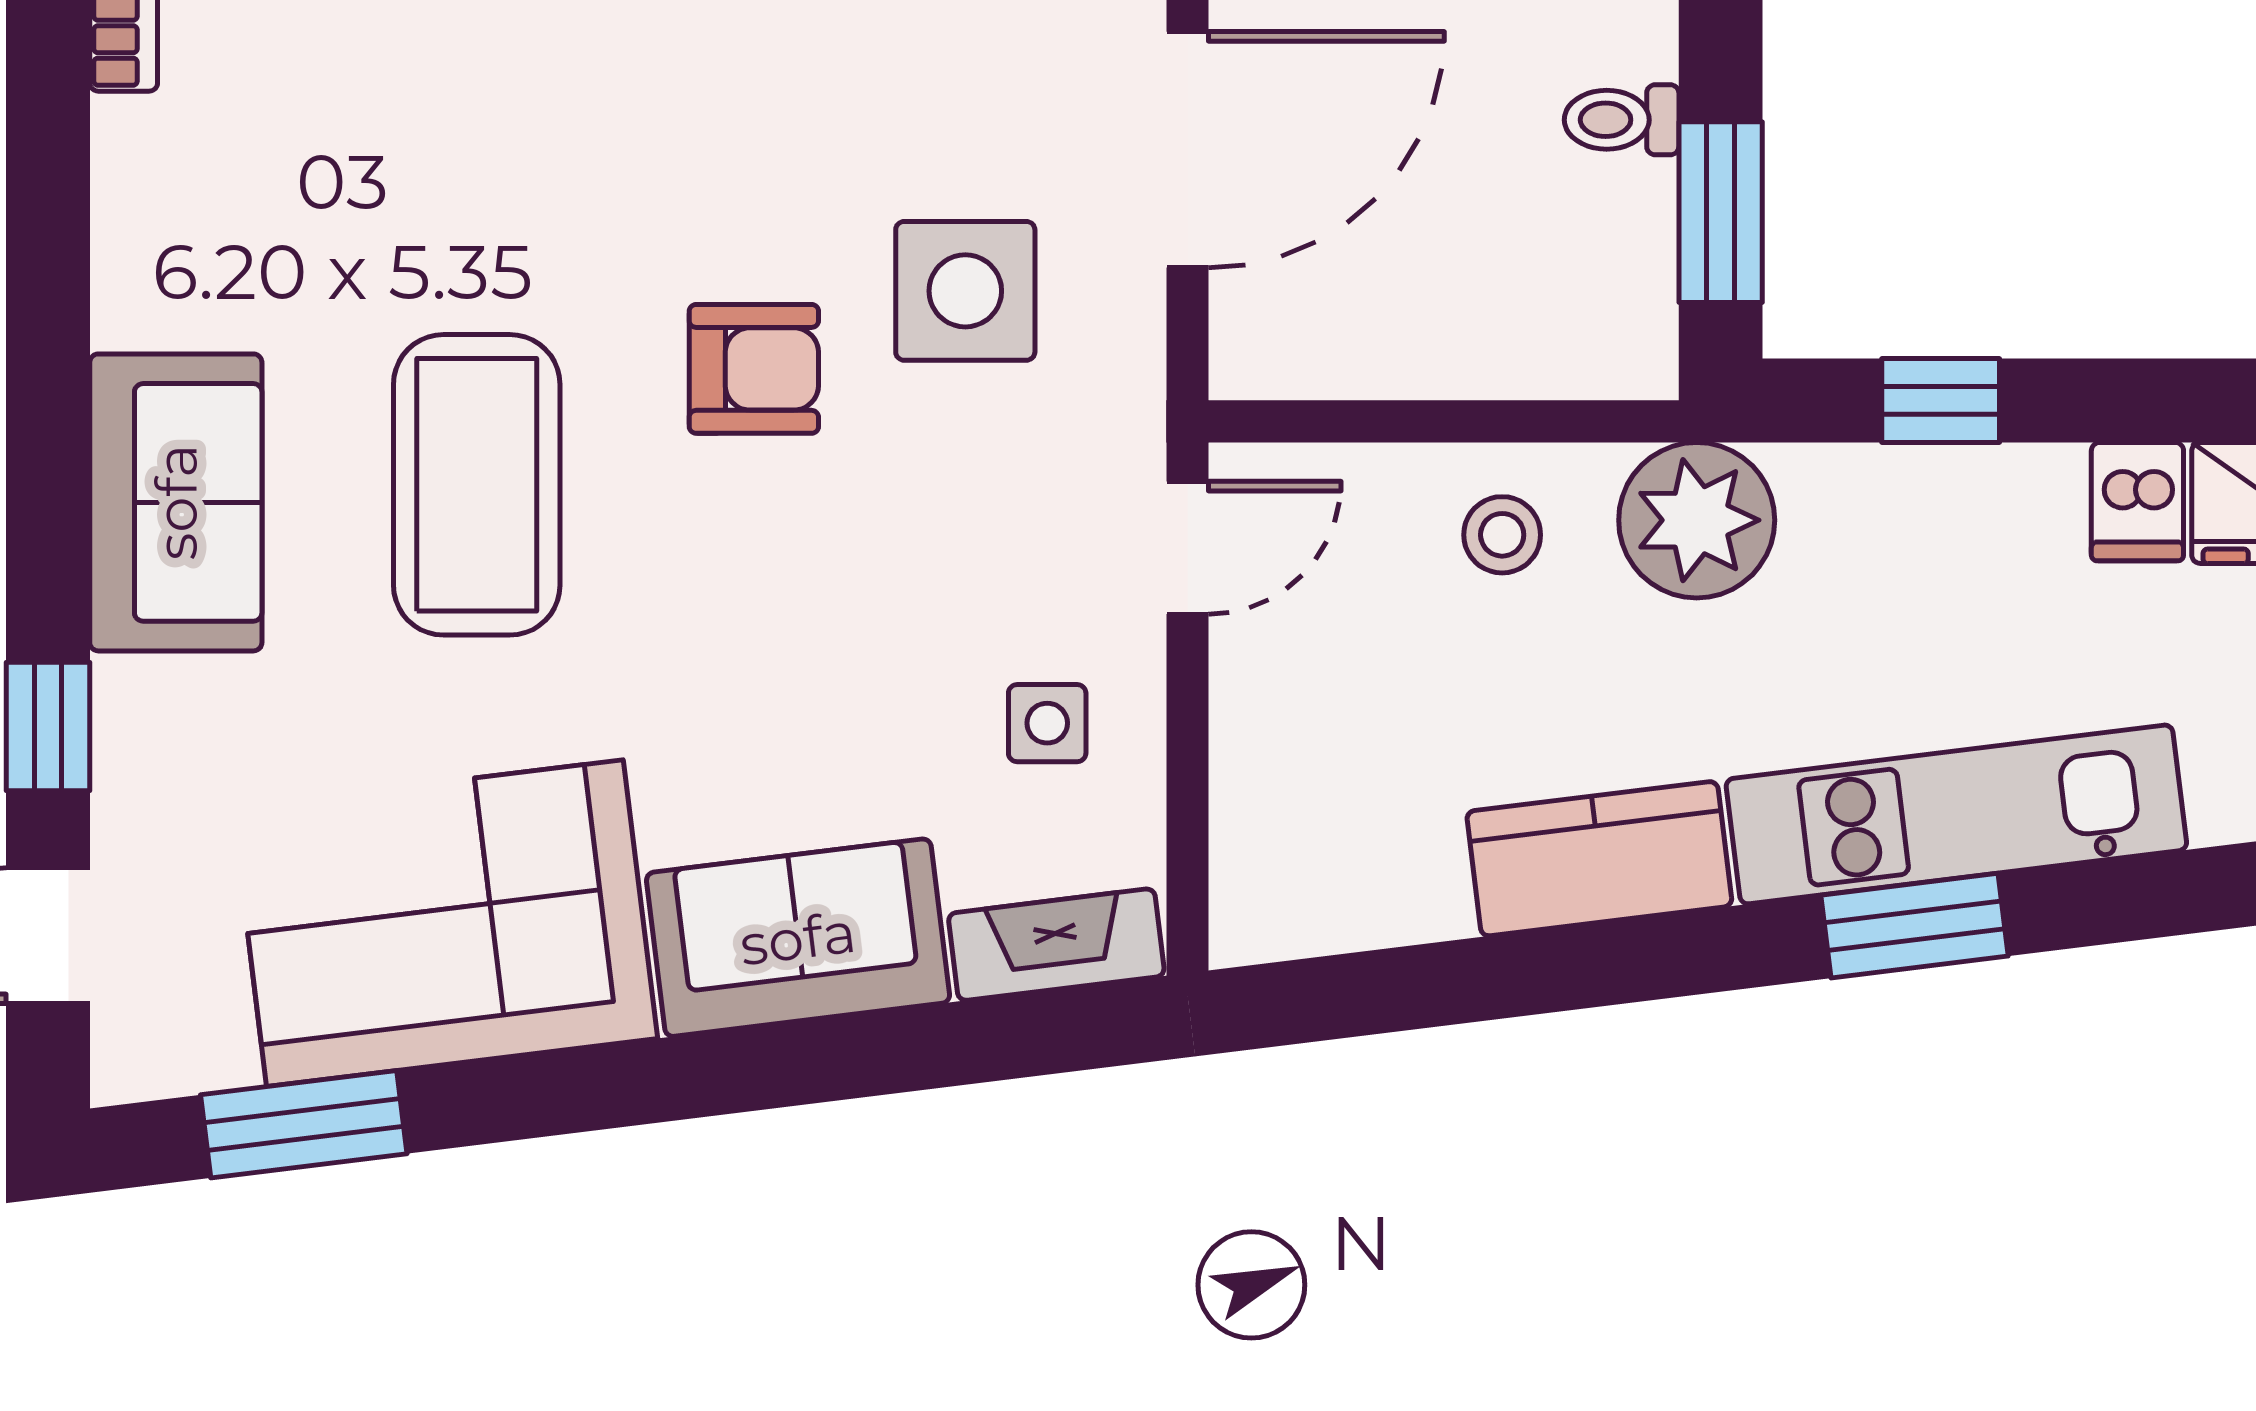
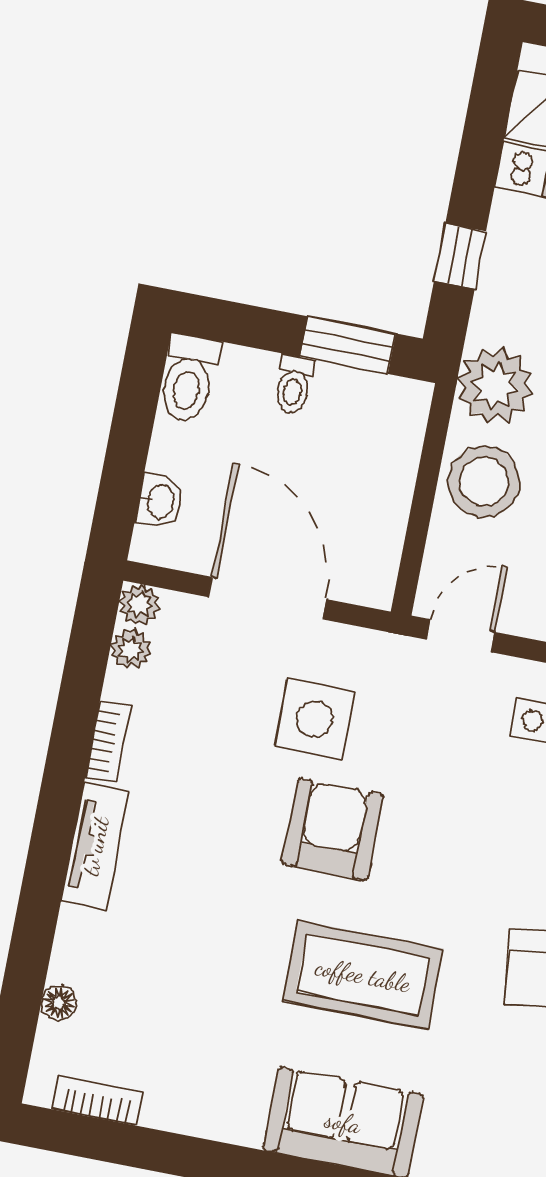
armchair: (754, 369) -> (333, 829), width x1.38, depth x1.38
stool: (1502, 535) -> (484, 482), width x1.89, depth x1.89
door: (1187, 548) -> (460, 636), hinge flipped

